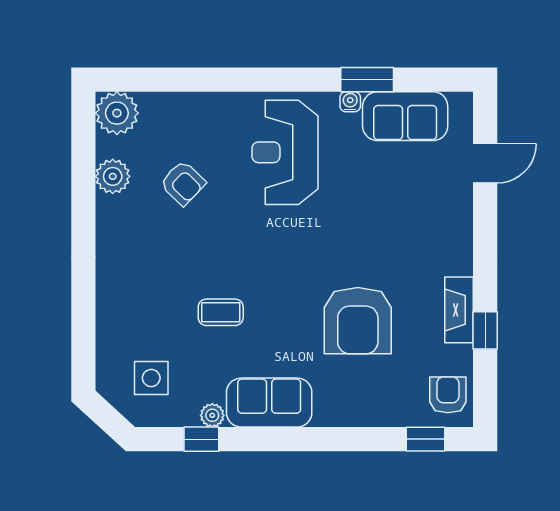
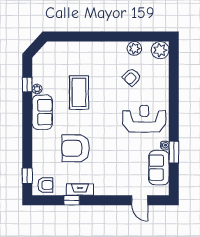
coffee table: (221, 312) -> (79, 92), width x1.86, depth x1.72
side table: (151, 378) -> (52, 64), removed

